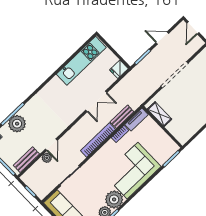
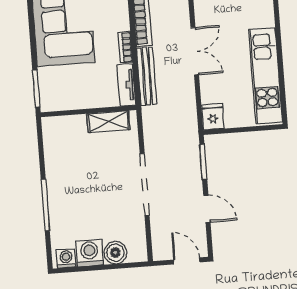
door: (162, 38) -> (207, 209), hinge flipped
double door: (96, 101) -> (195, 51), swing flipped
bench: (122, 117) -> (147, 76), width x1.36

